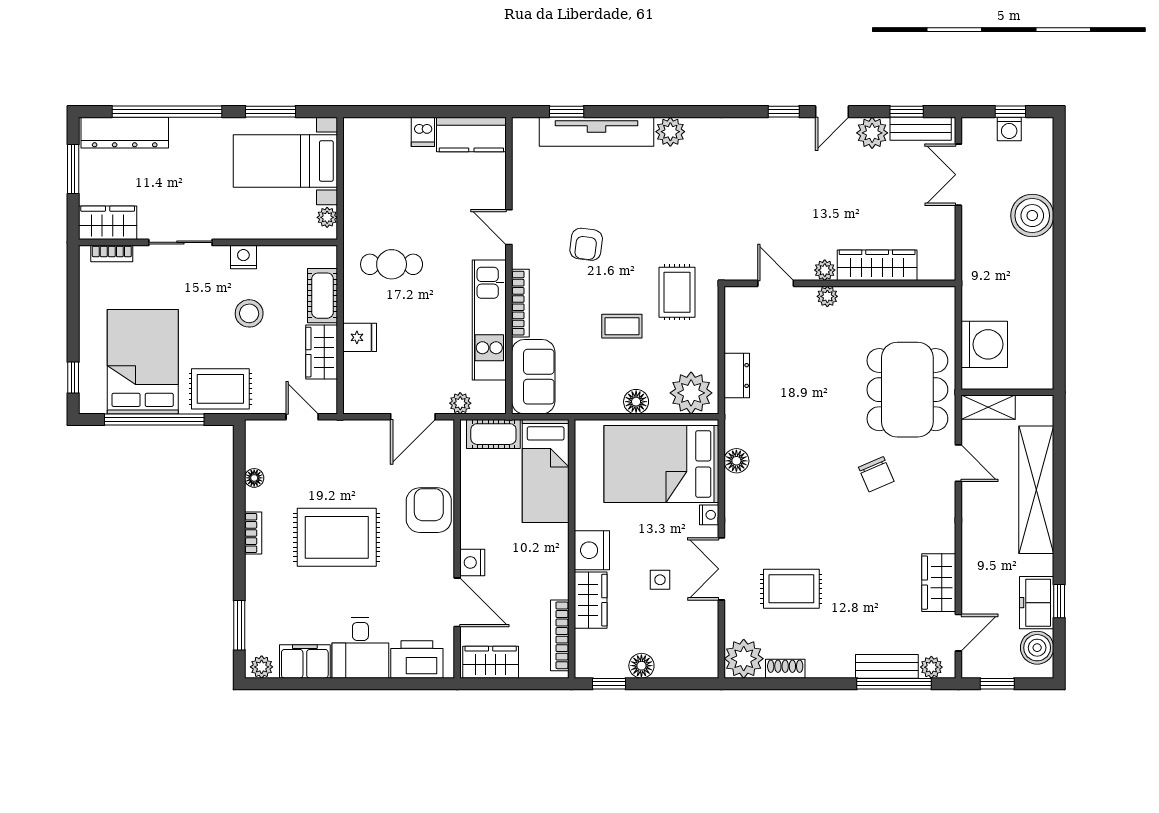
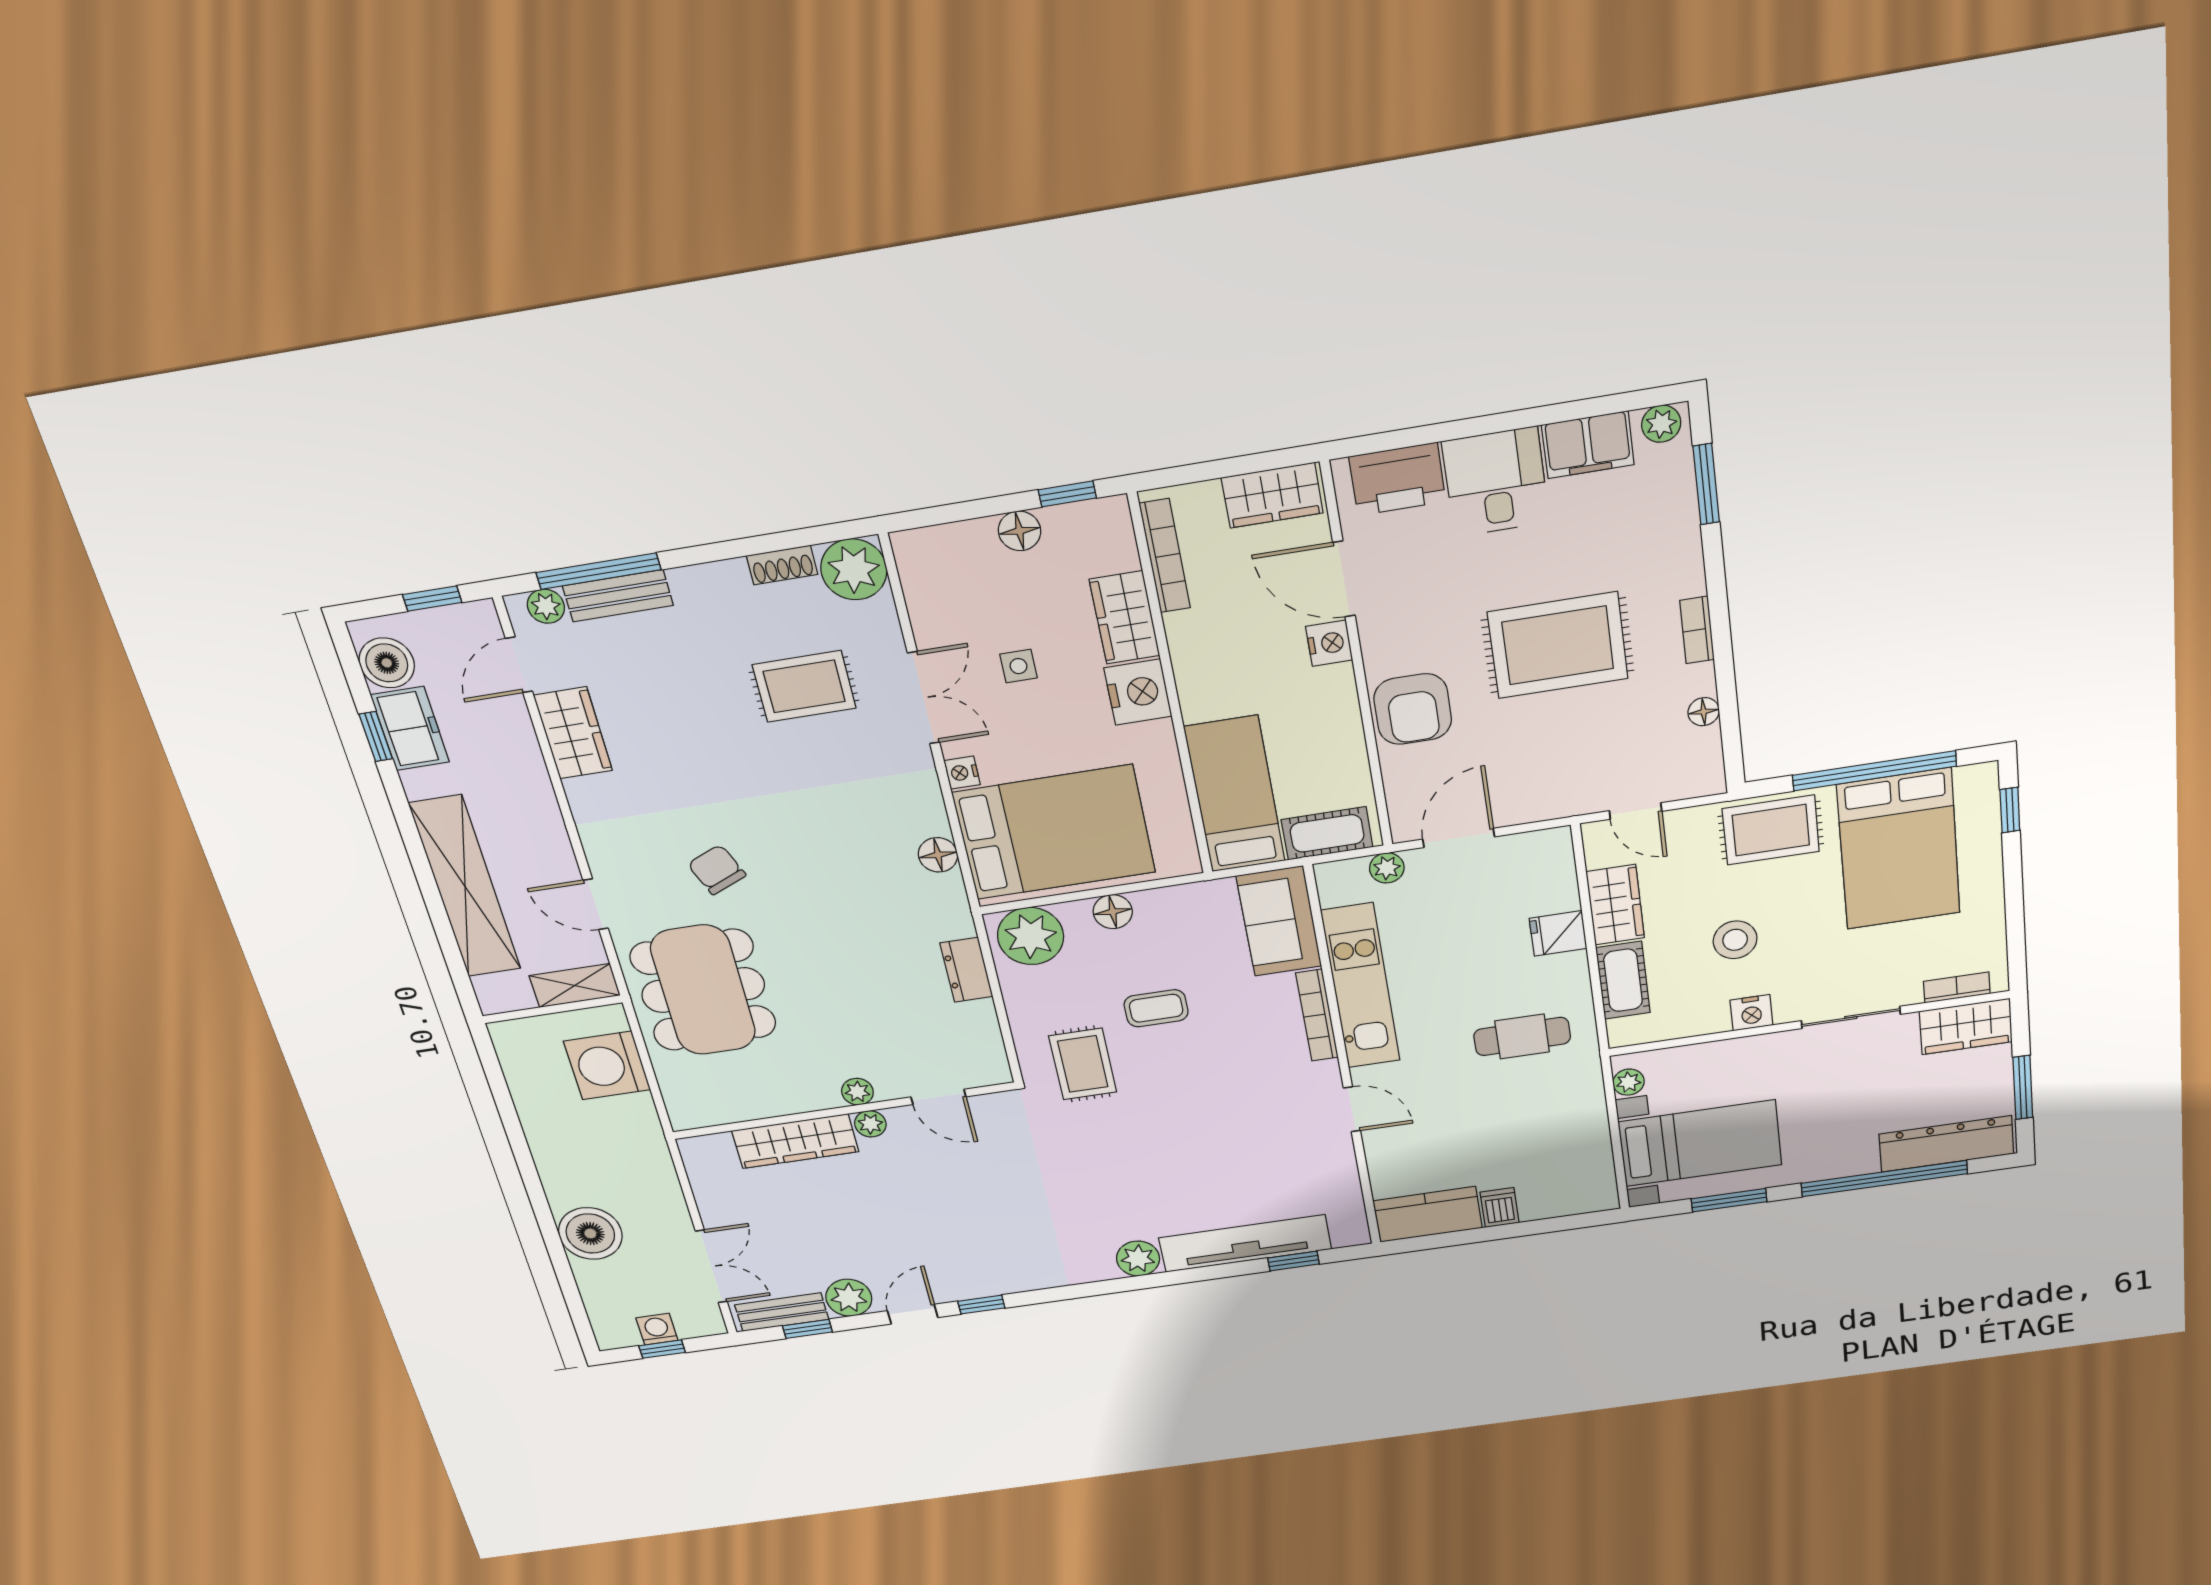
armchair: (586, 244) -> (1232, 1105), removed

